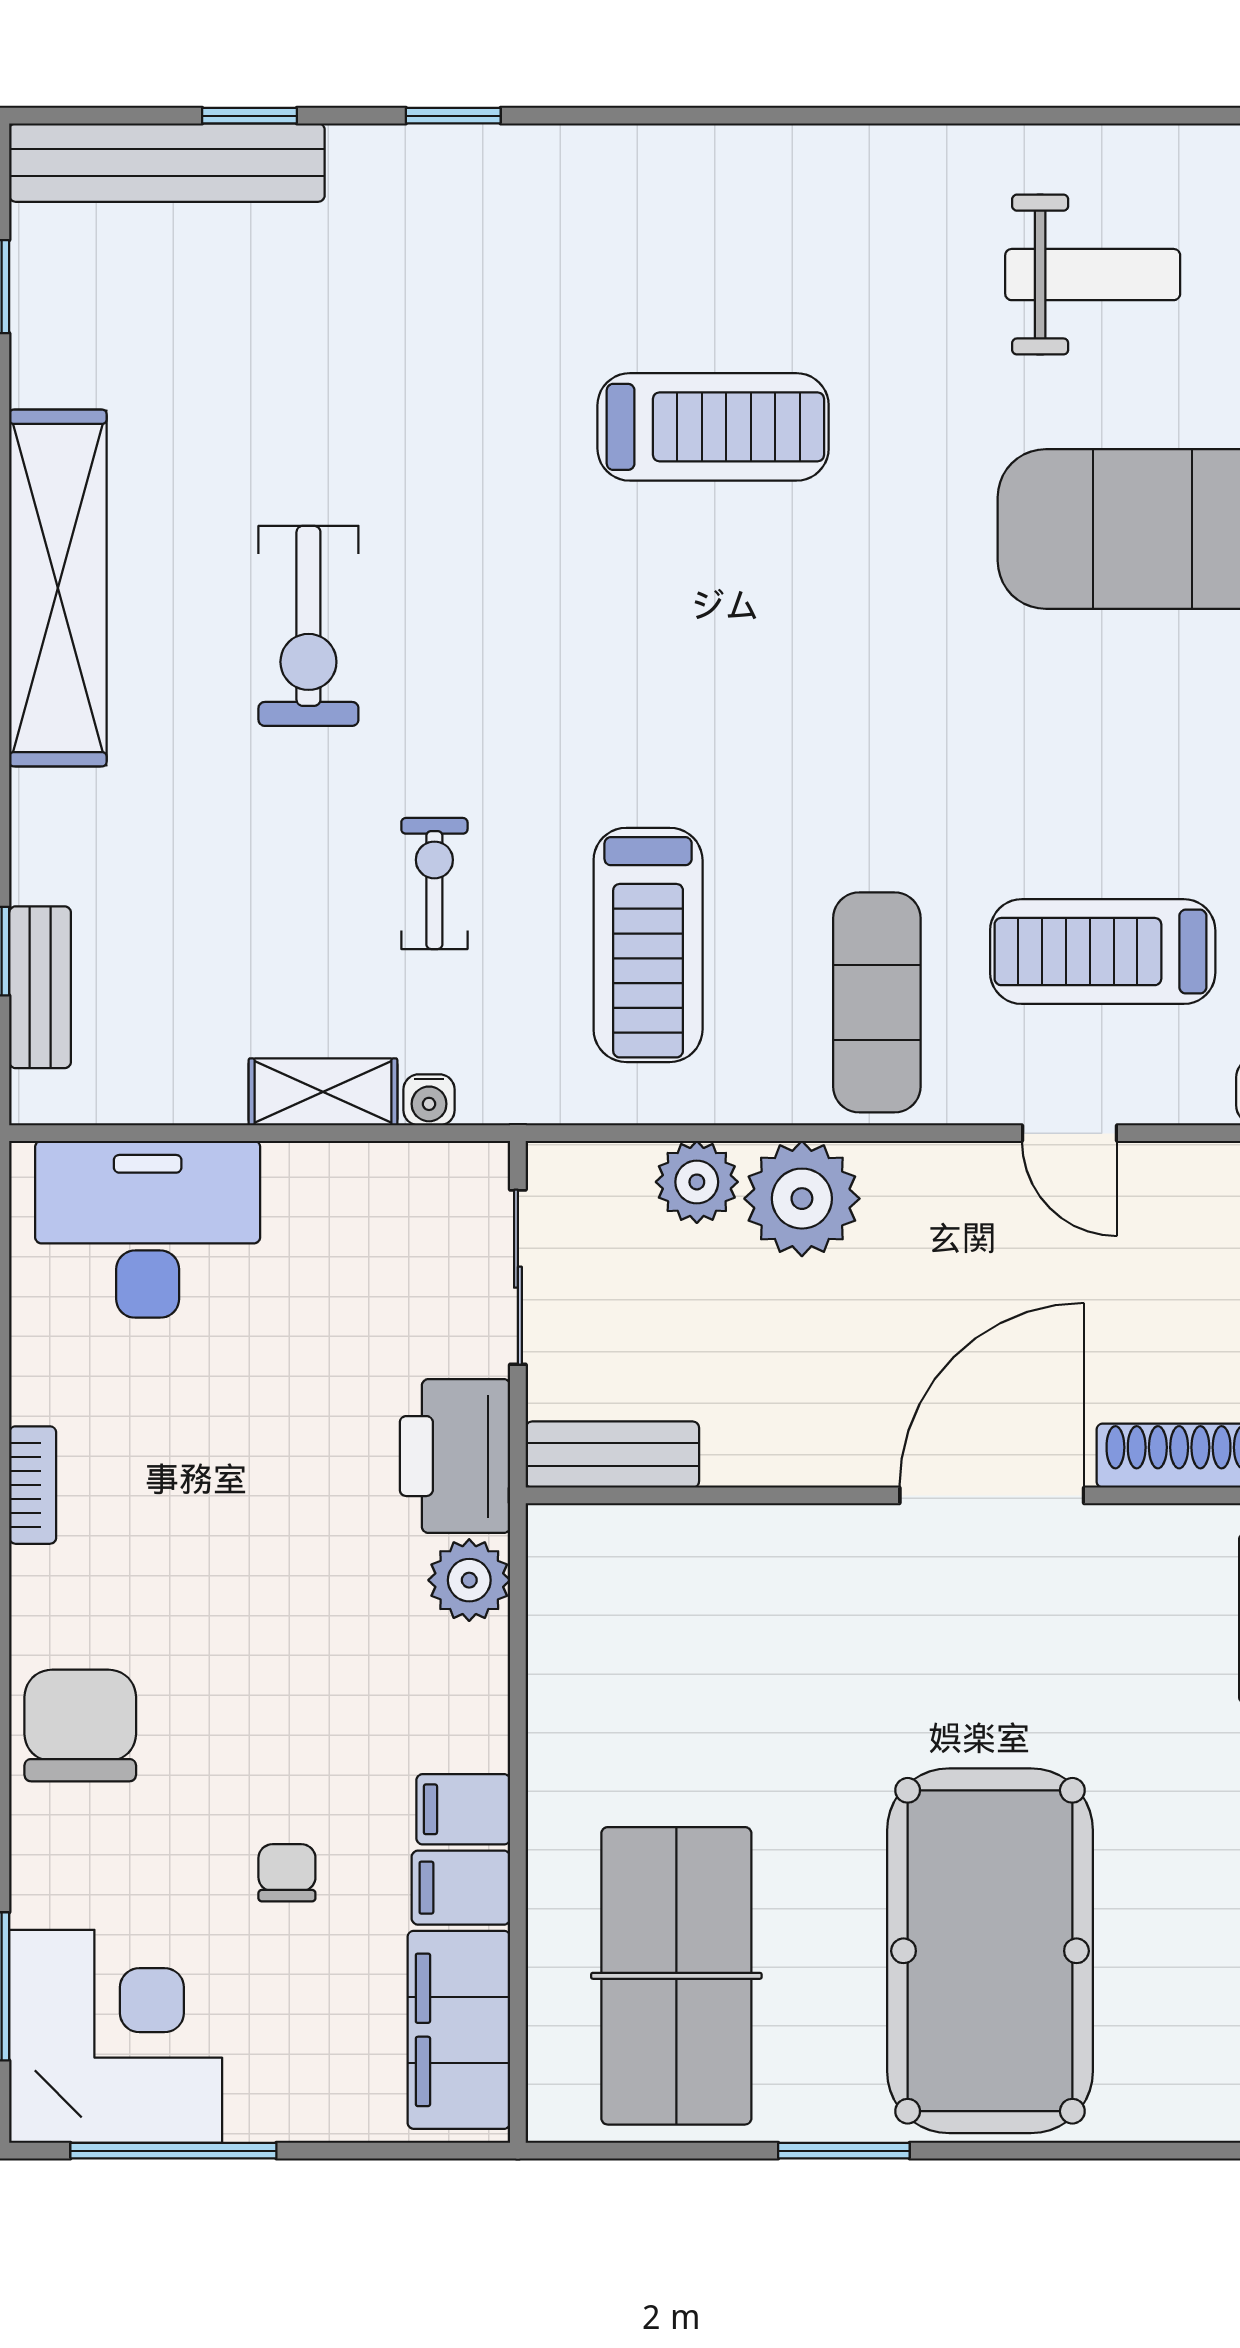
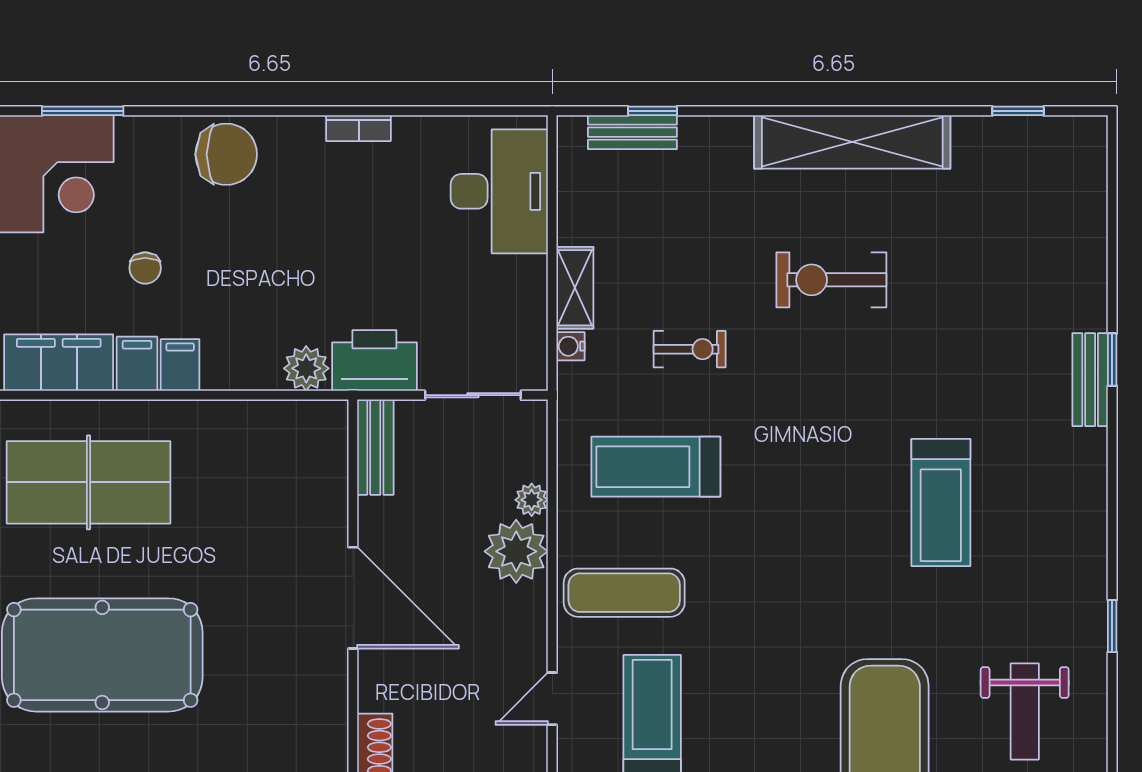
window: (249, 116) -> (1112, 626), moved
bench: (167, 163) -> (1090, 380), moved, width x0.54, depth x0.82
plant: (697, 1182) -> (532, 500), width x0.73, depth x0.73
door: (992, 1495) -> (353, 598), moved
chair: (287, 1873) -> (145, 268), turned 90

